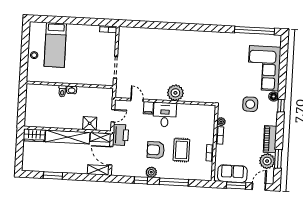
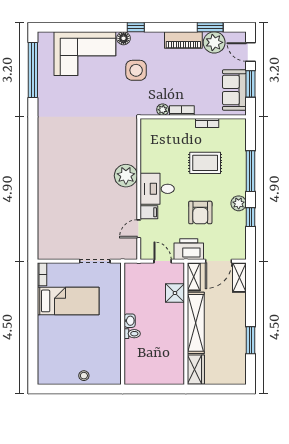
bed: (55, 45) -> (68, 301), moved
armchair: (156, 150) -> (200, 213), moved

